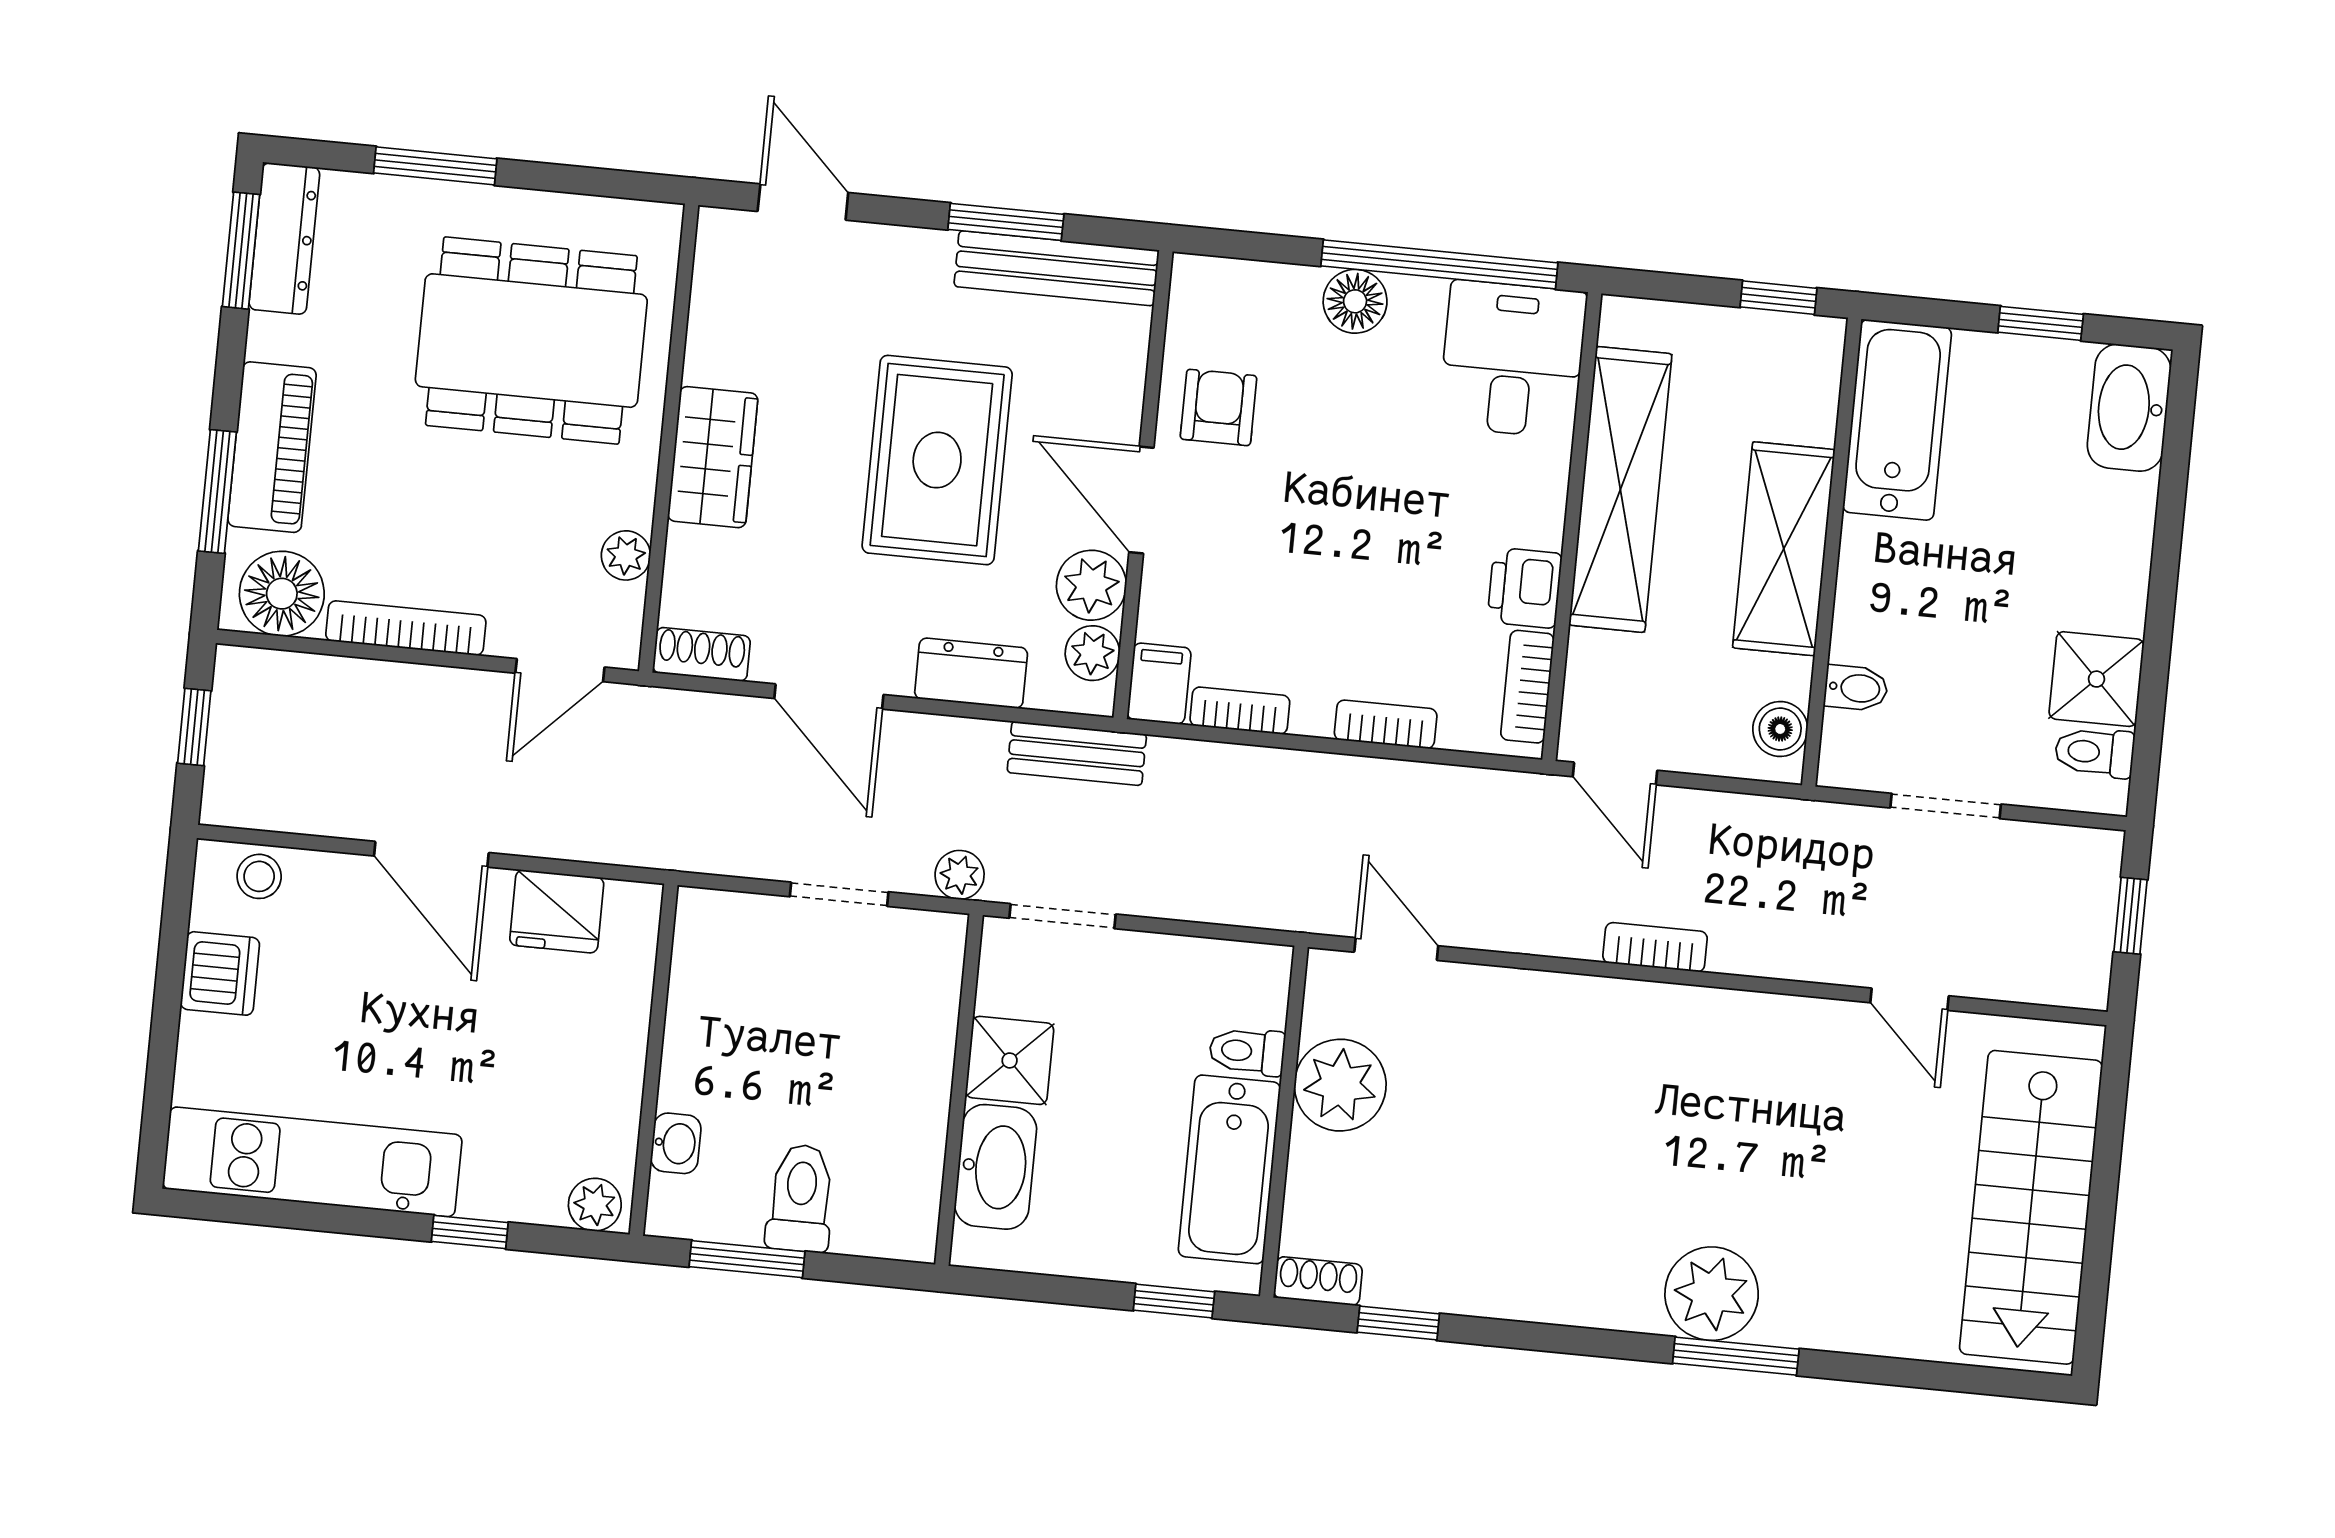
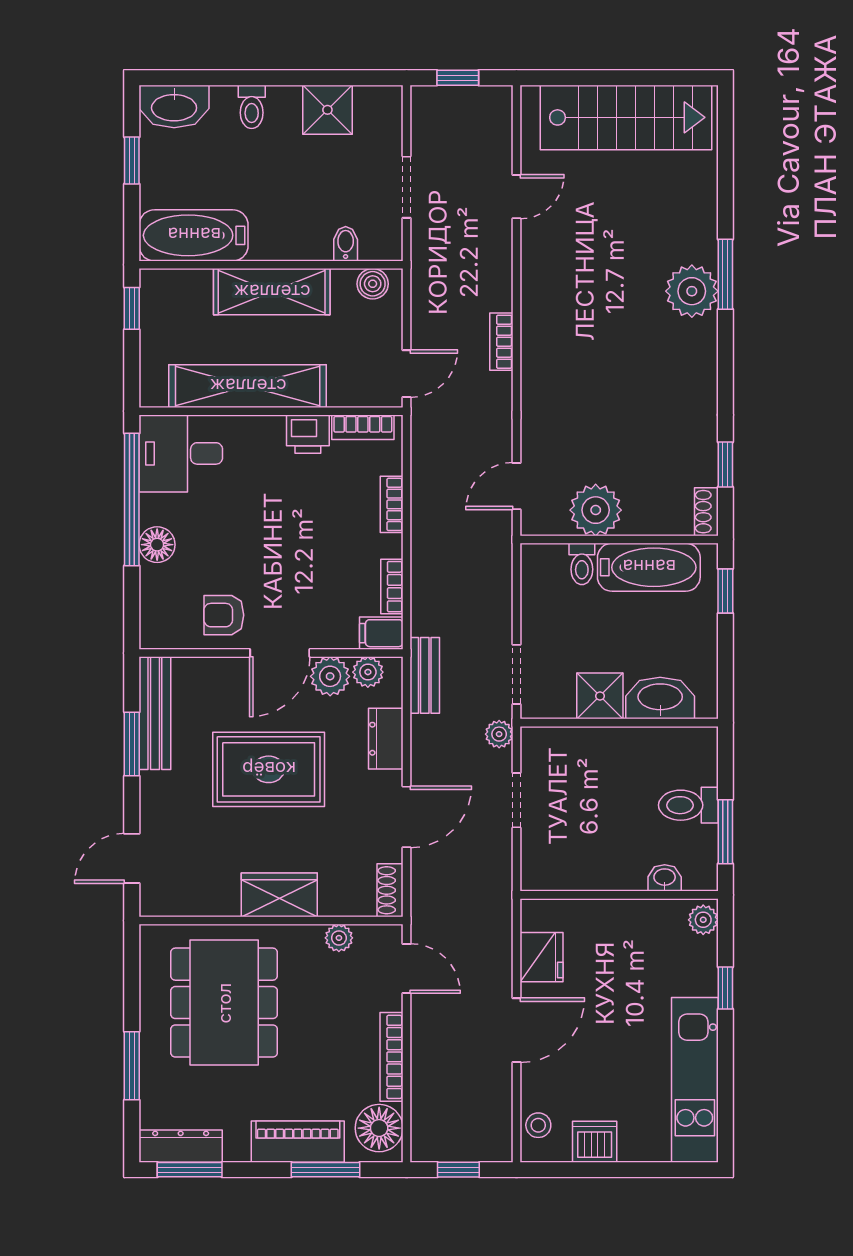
toilet: (2095, 752) -> (252, 107), moved

